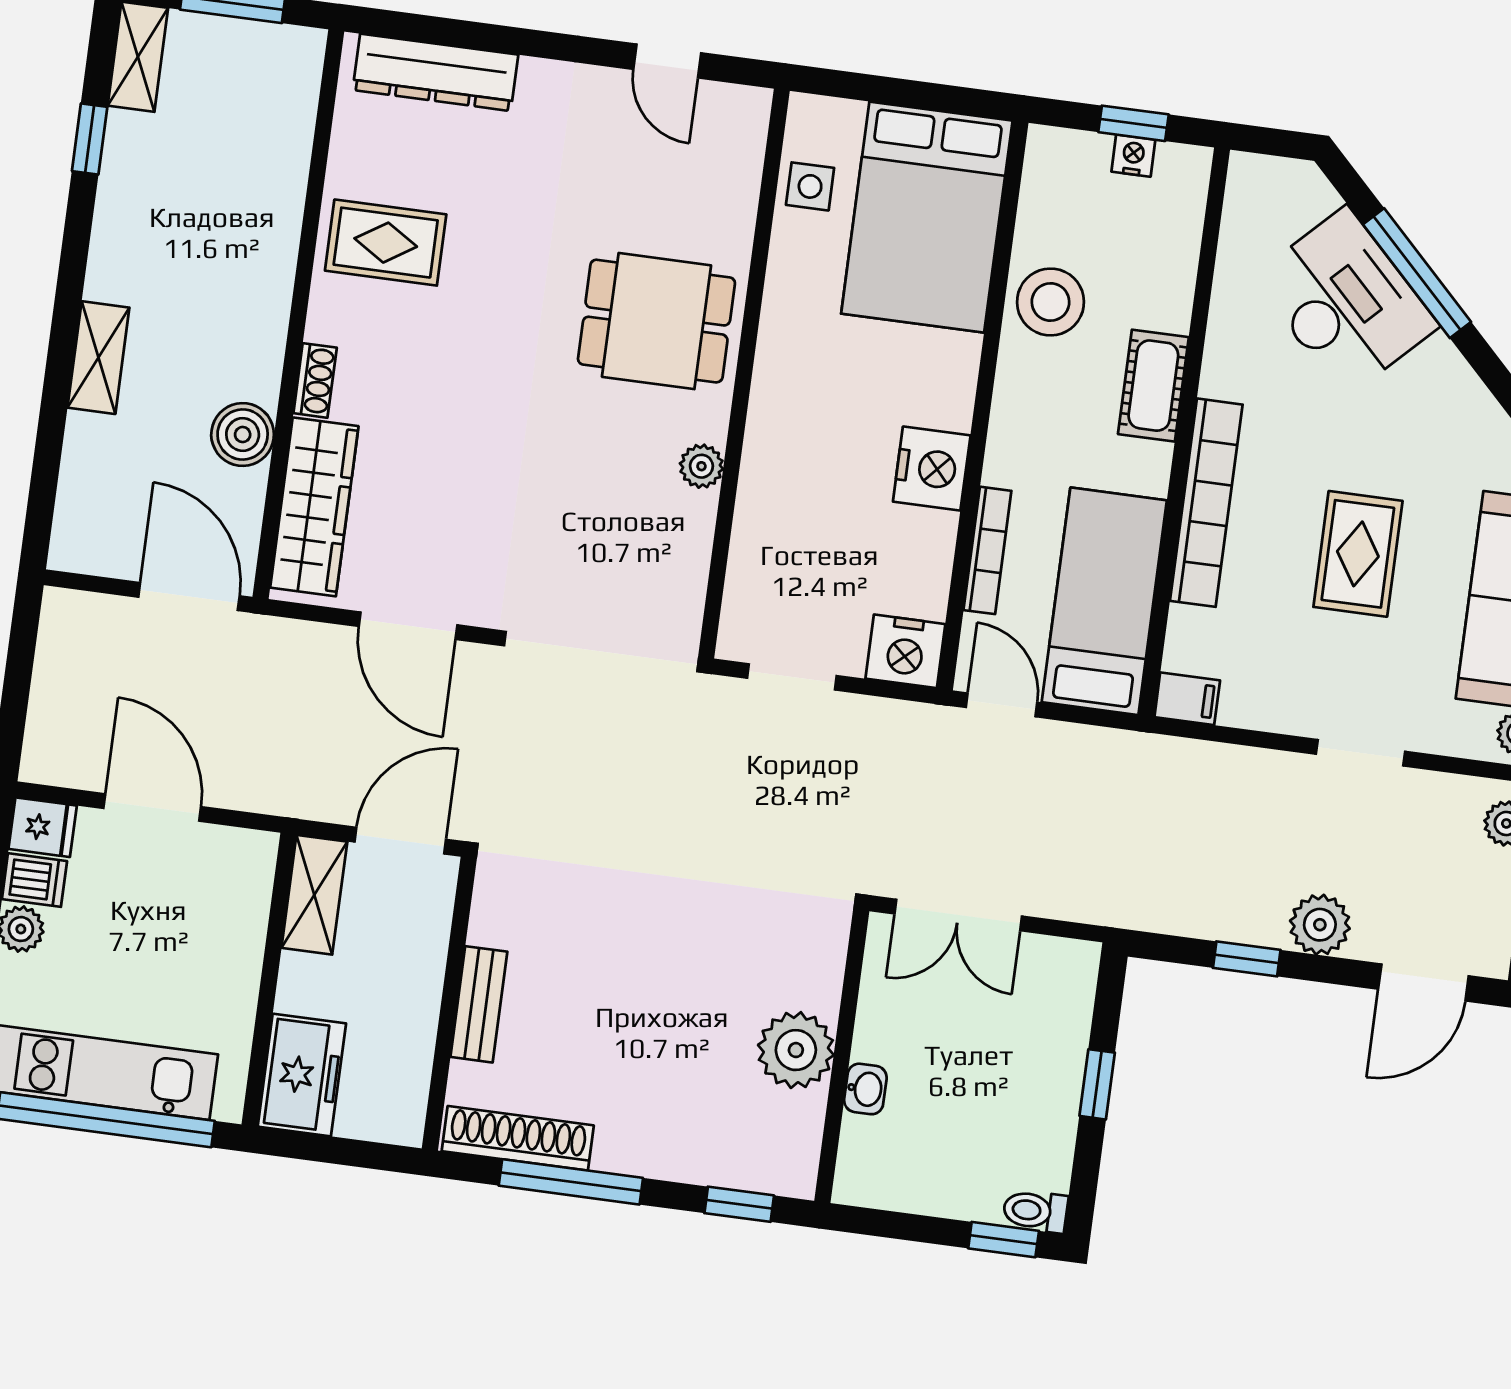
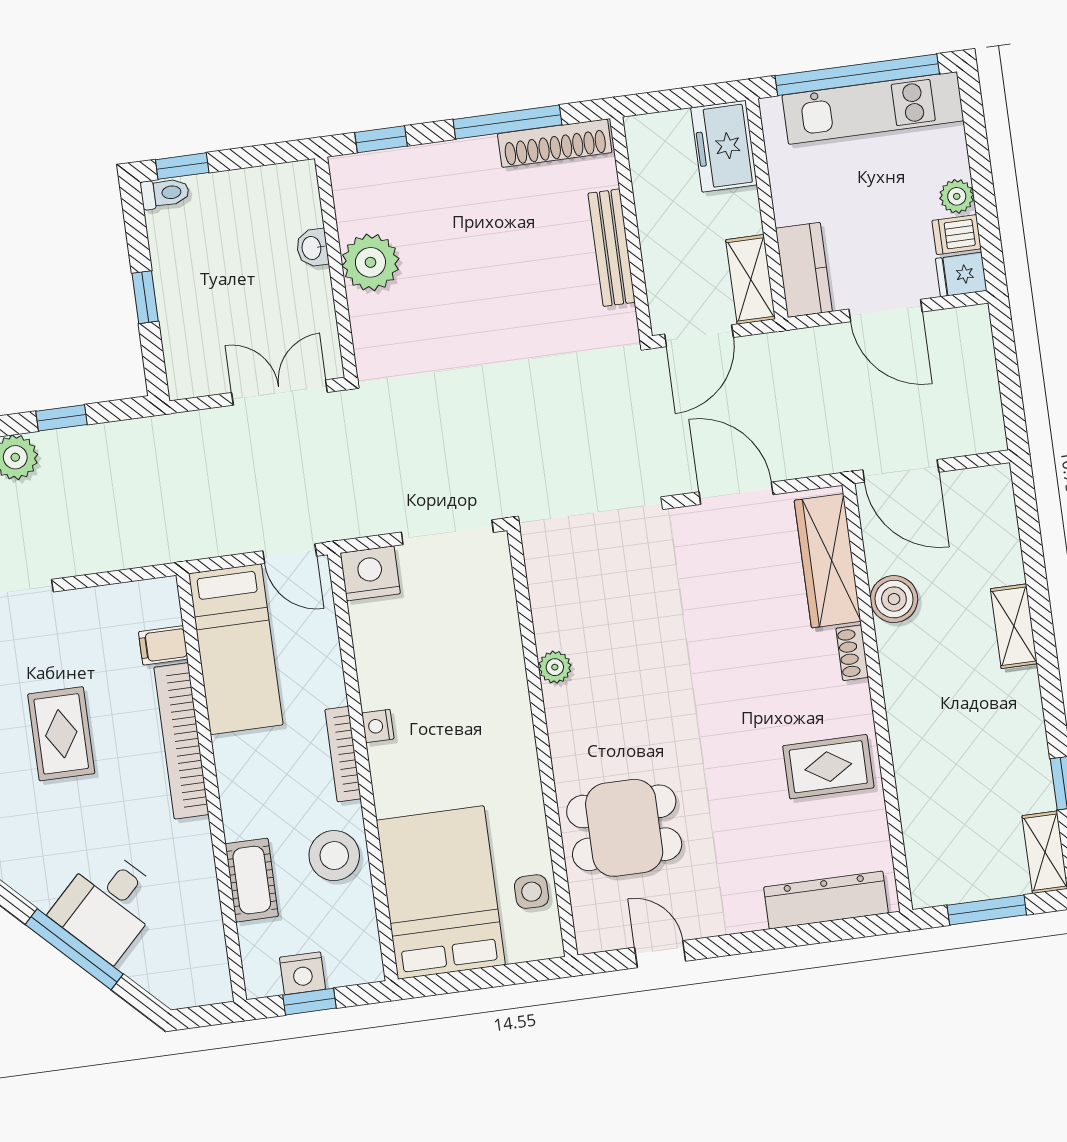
nightstand: (1133, 156) -> (303, 973), width x1.39, depth x1.35
desk: (1346, 302) -> (108, 905), width x0.73
dining table: (656, 321) -> (624, 828), moved
cot: (1153, 386) -> (252, 880), moved
nightstand: (932, 469) -> (378, 726), width x0.53, depth x0.56
bookcase: (987, 550) -> (343, 754), moved
doorway: (792, 677) -> (447, 532), width x1.38
filing cabinet: (1187, 699) -> (163, 645), moved
kitchen counter: (243, 888) -> (804, 270), added
bench: (479, 1004) -> (612, 248), width x1.36

